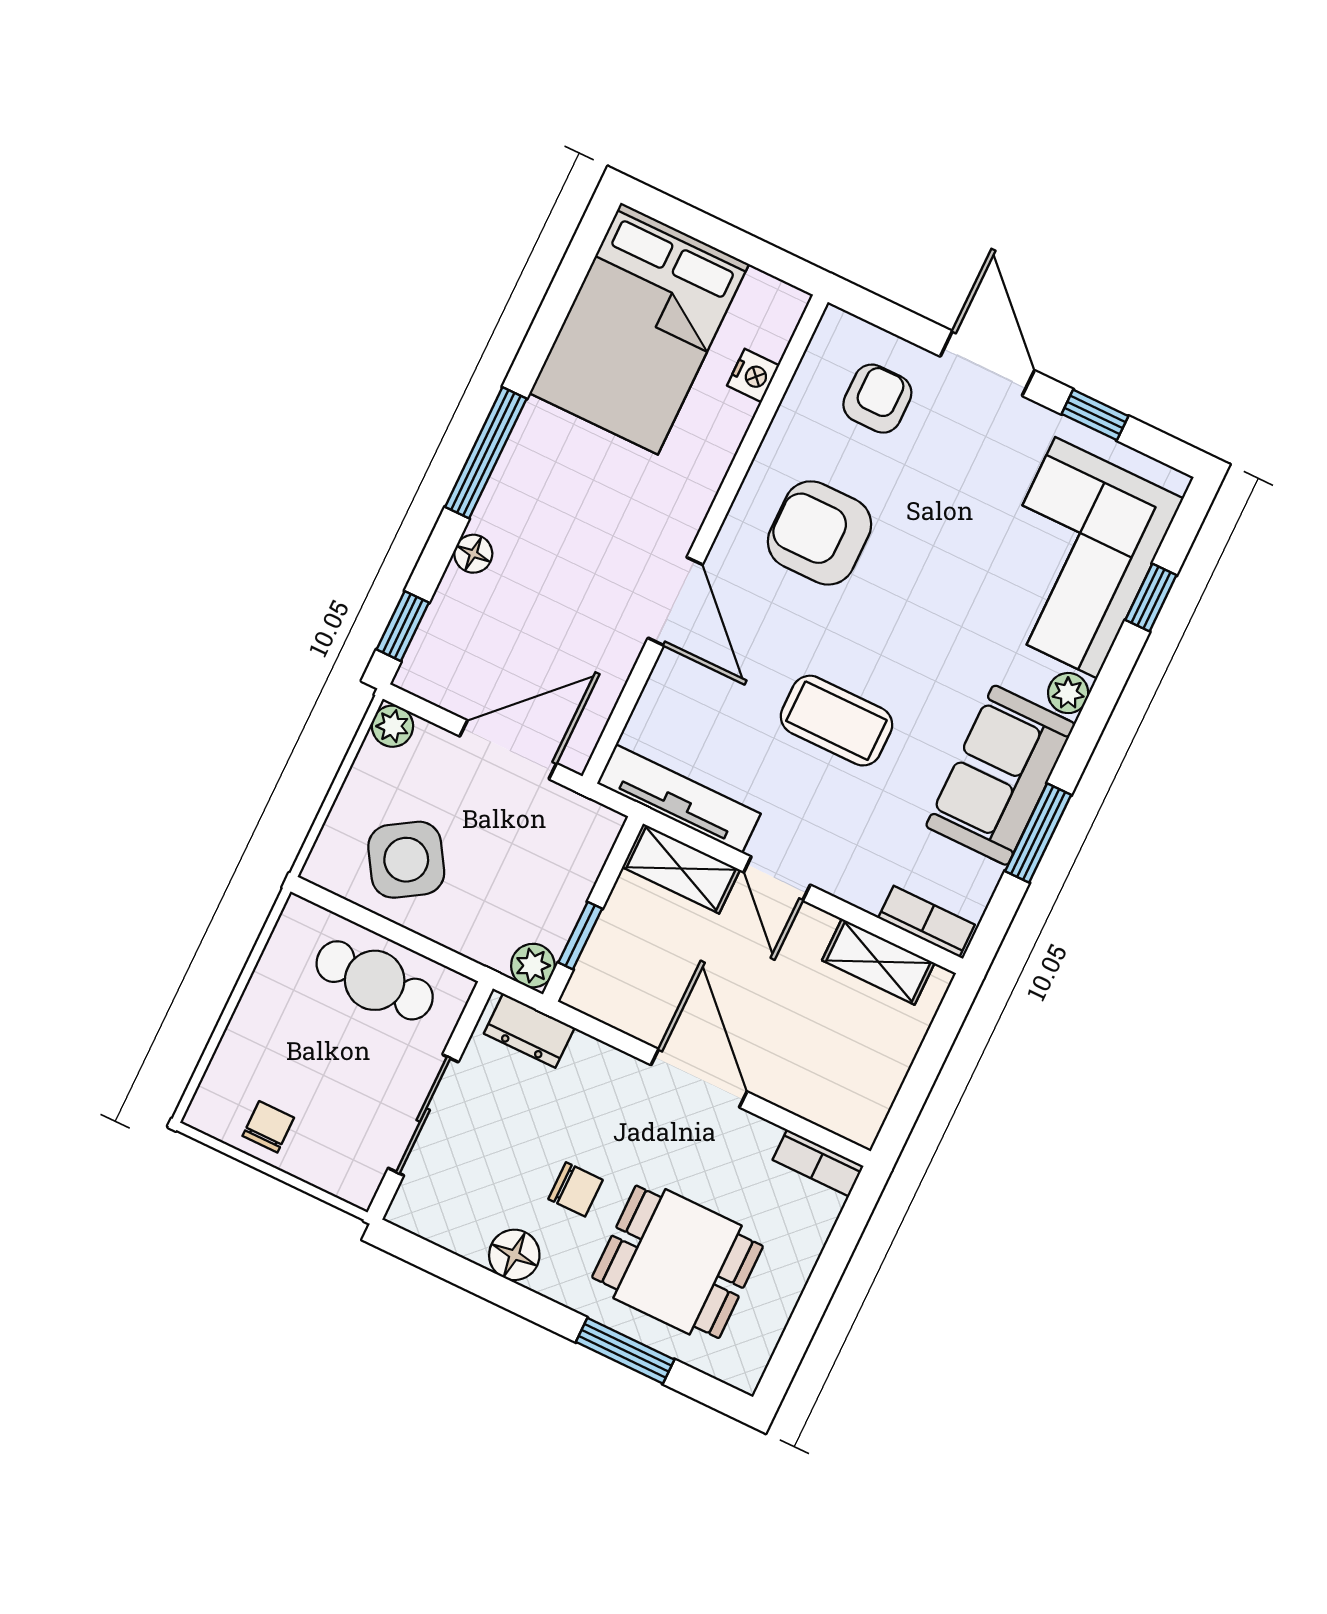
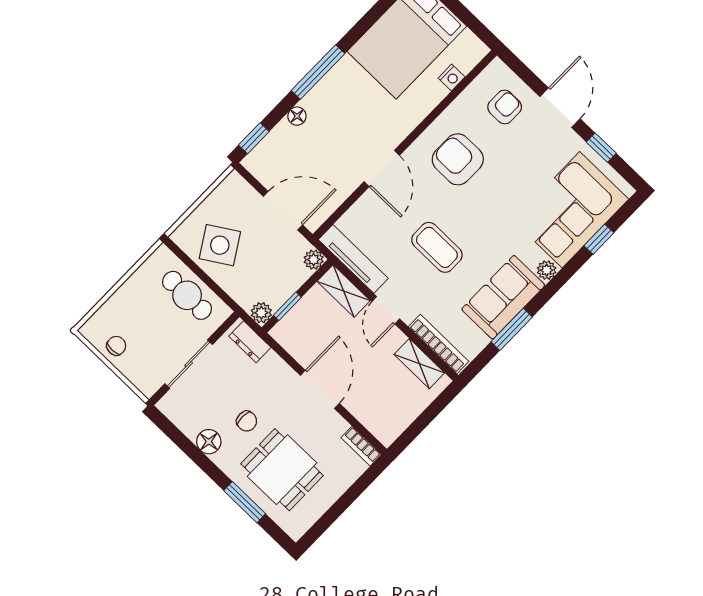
plant: (392, 726) -> (314, 260), moved
bookcase: (926, 921) -> (439, 344), width x1.56

